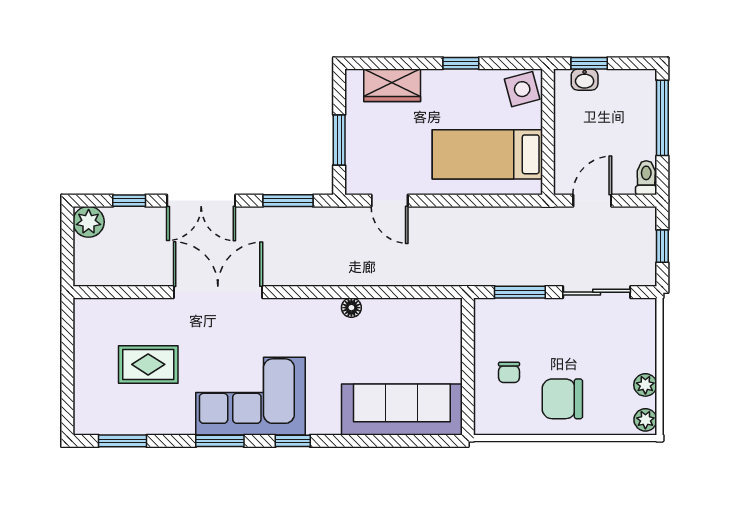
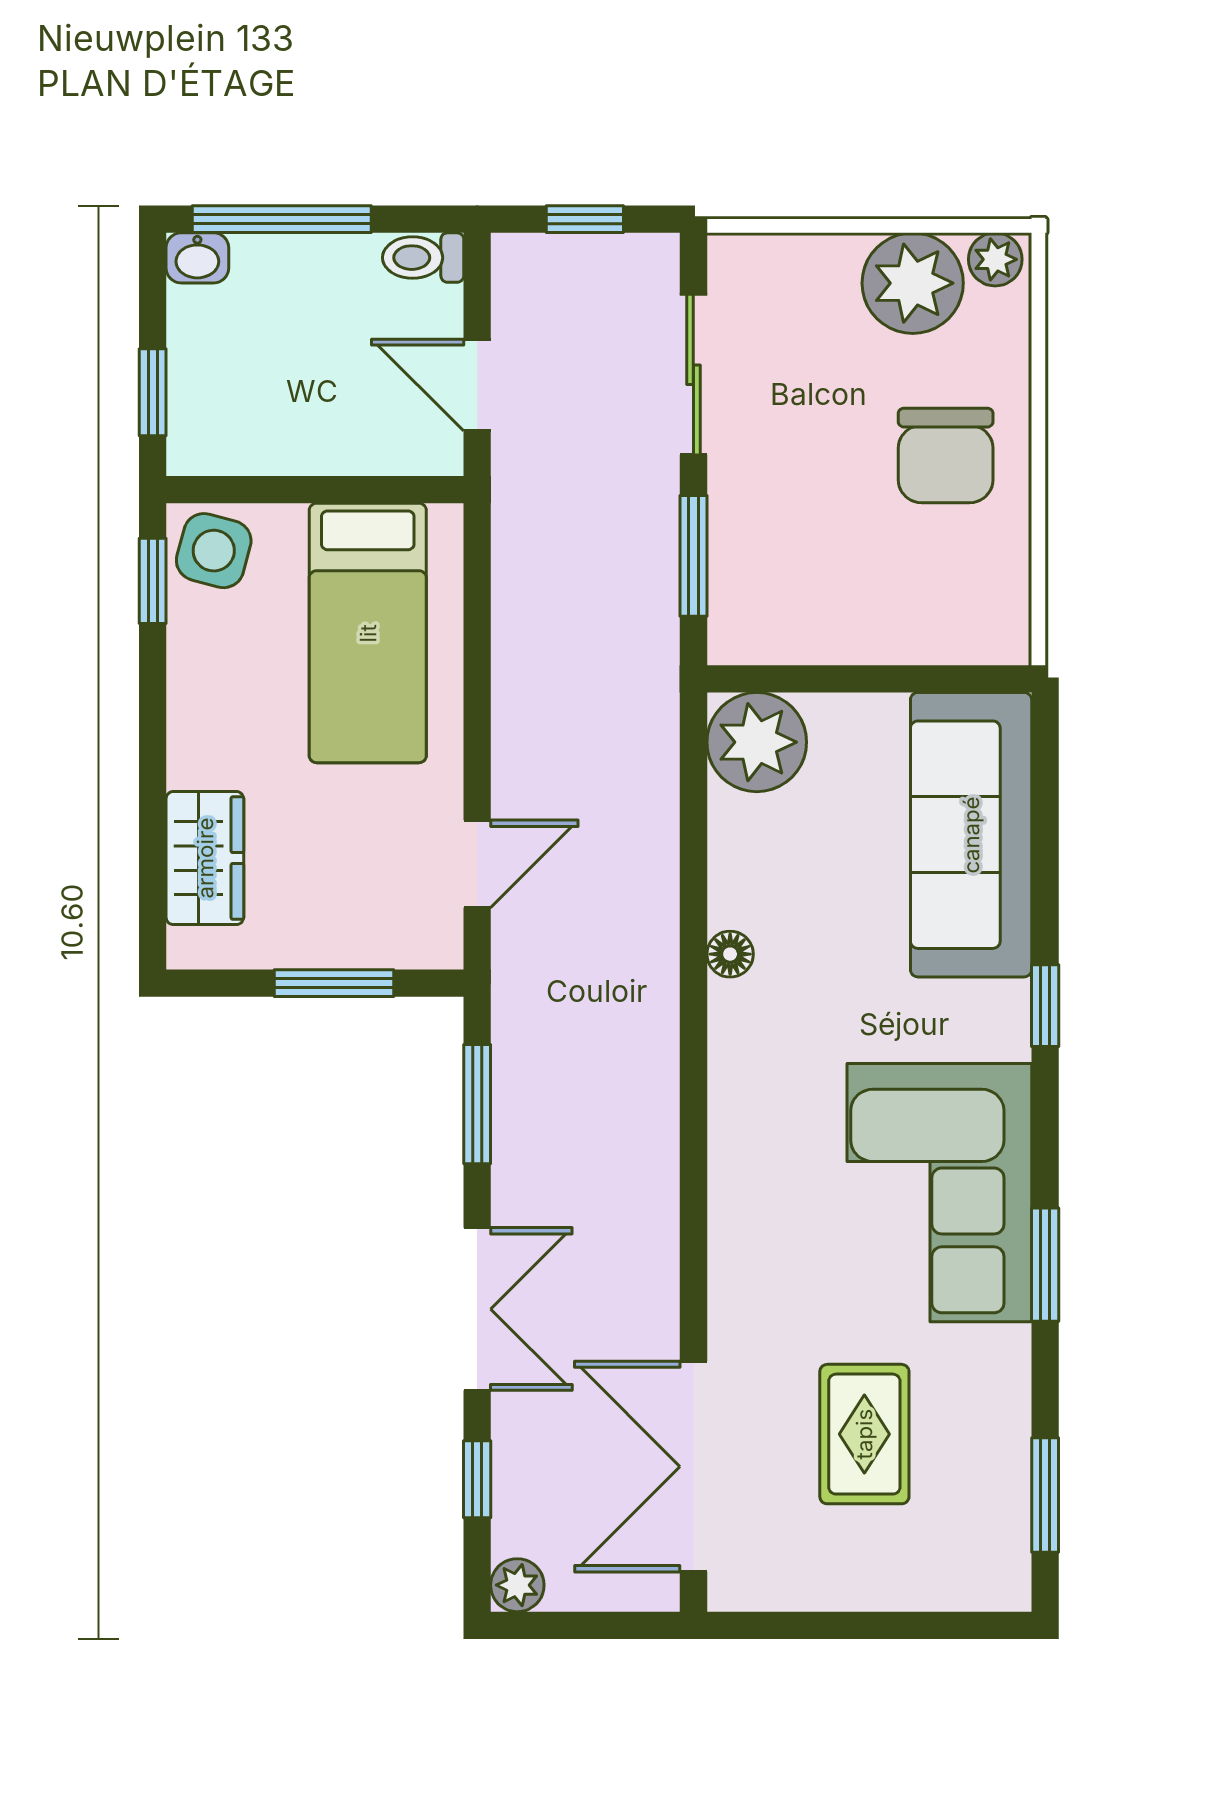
window: (461, 63) -> (153, 581), moved
washbasin: (585, 80) -> (197, 258), moved, turned 90
side table: (522, 89) -> (214, 551), turned 30
plant: (89, 222) -> (517, 1585), width x0.73, depth x0.73
double door: (218, 292) -> (693, 1467), moved
plant: (441, 319) -> (757, 742), added
chair: (509, 372) -> (883, 582), removed
plant: (645, 385) -> (913, 283), width x1.88, depth x1.88
window: (293, 441) -> (1045, 1006), moved

